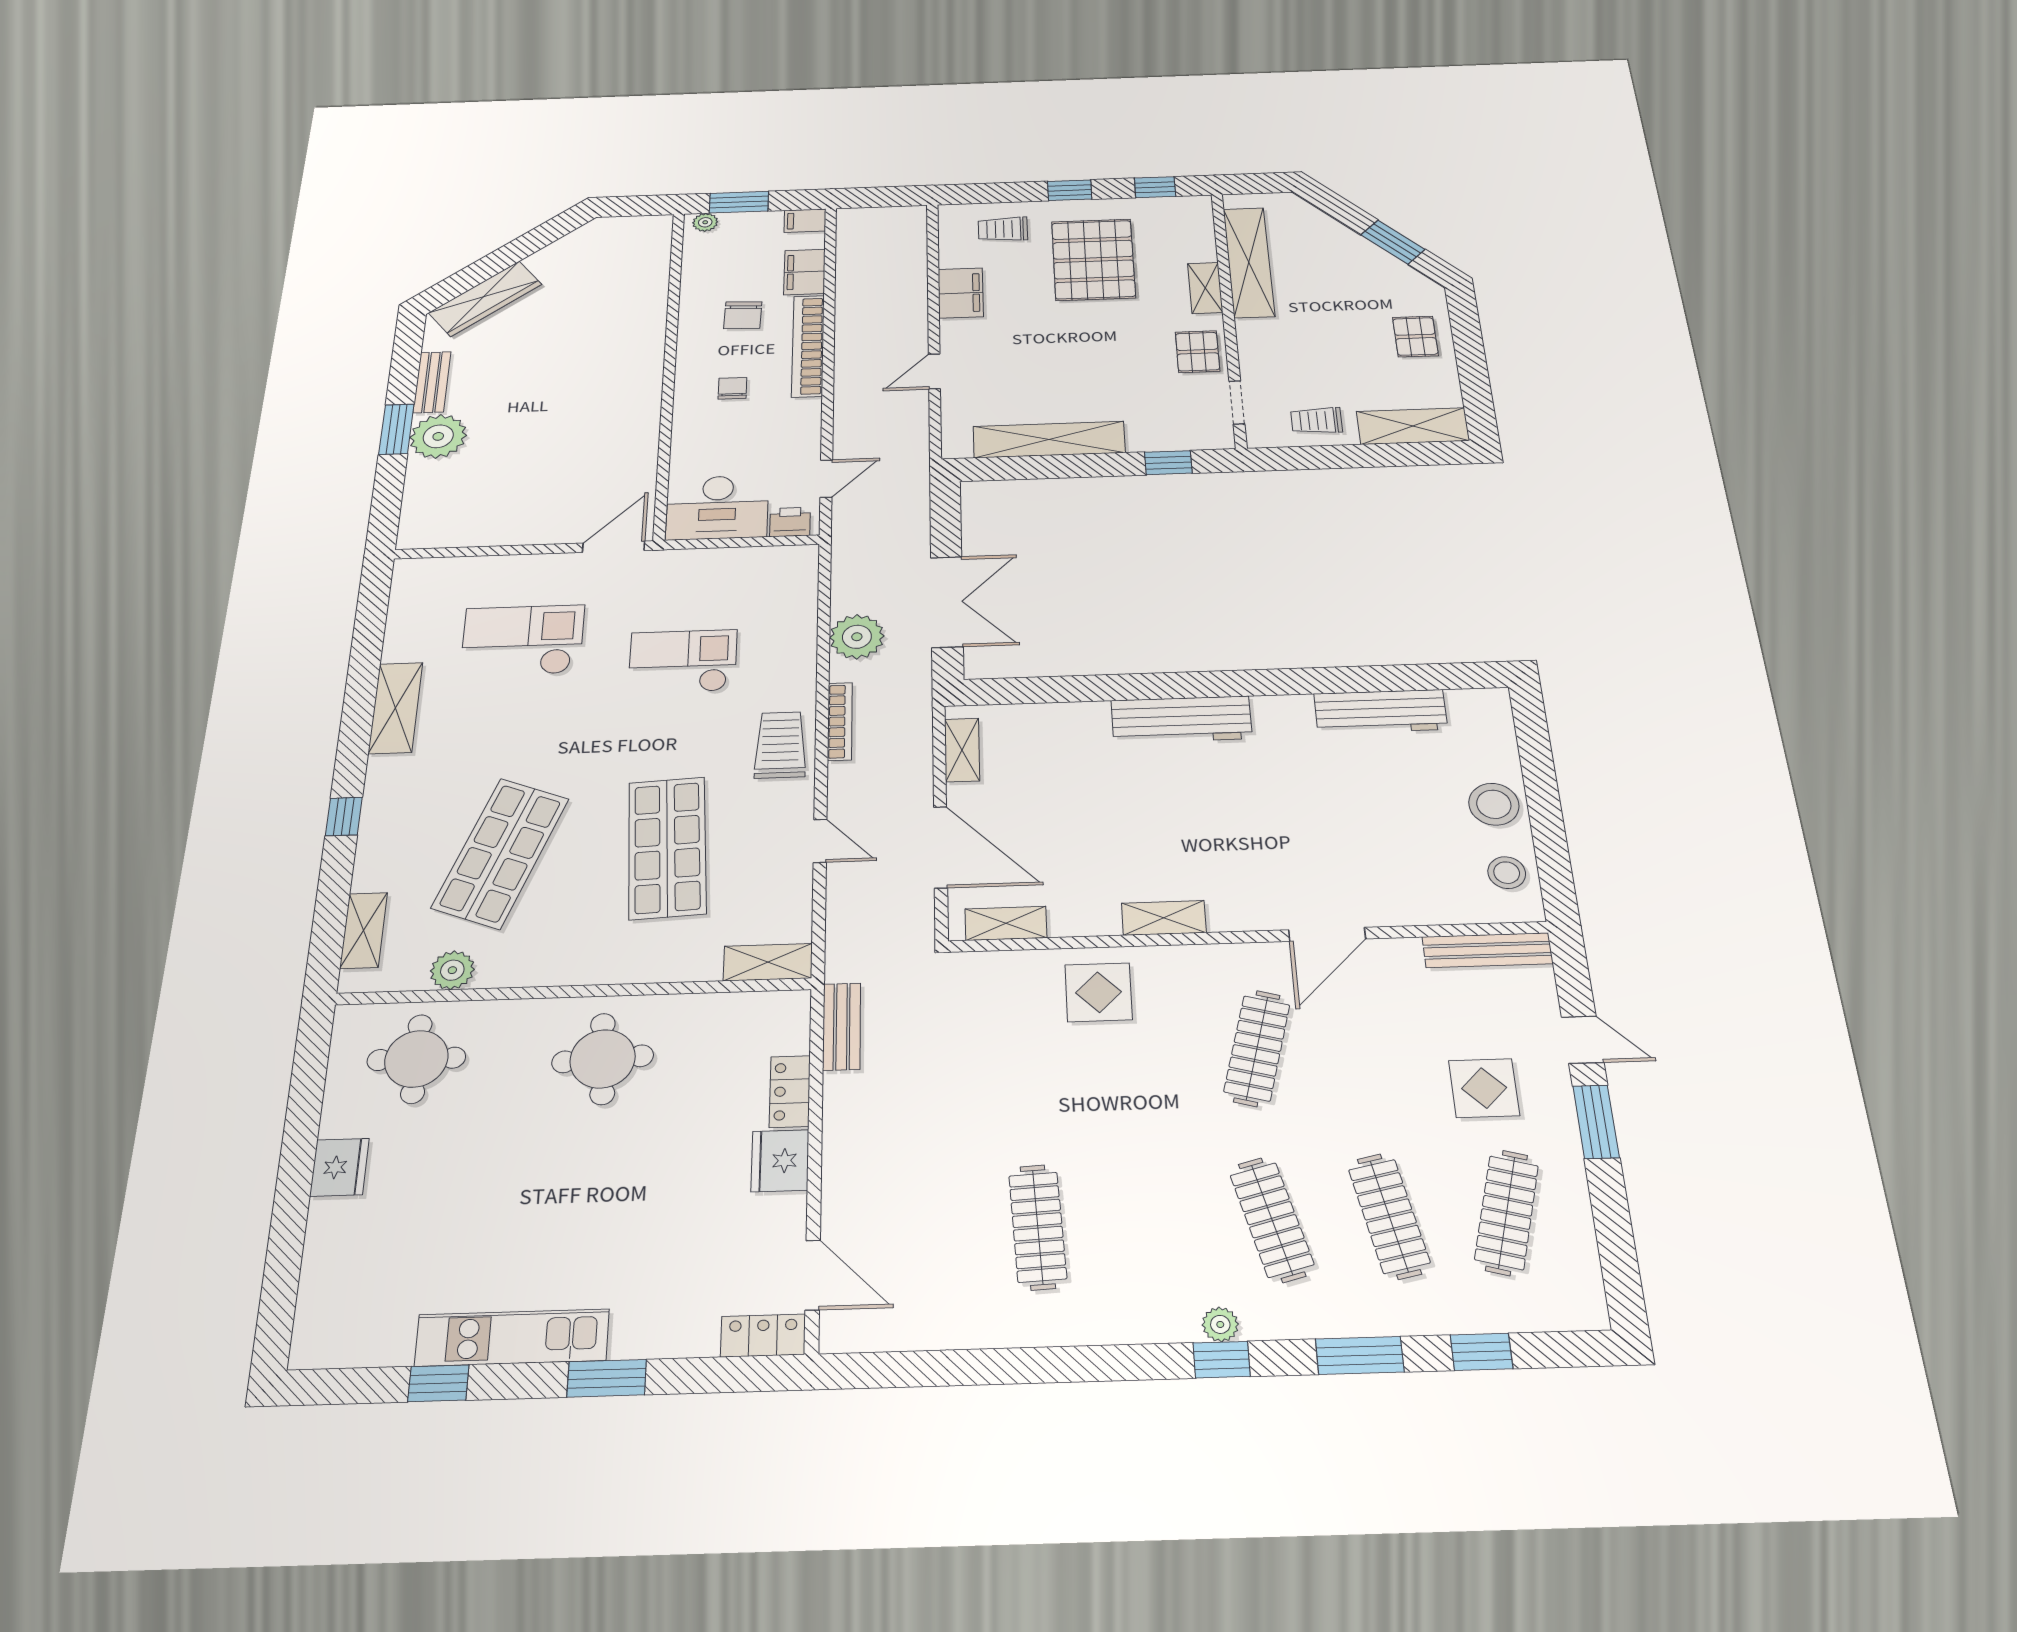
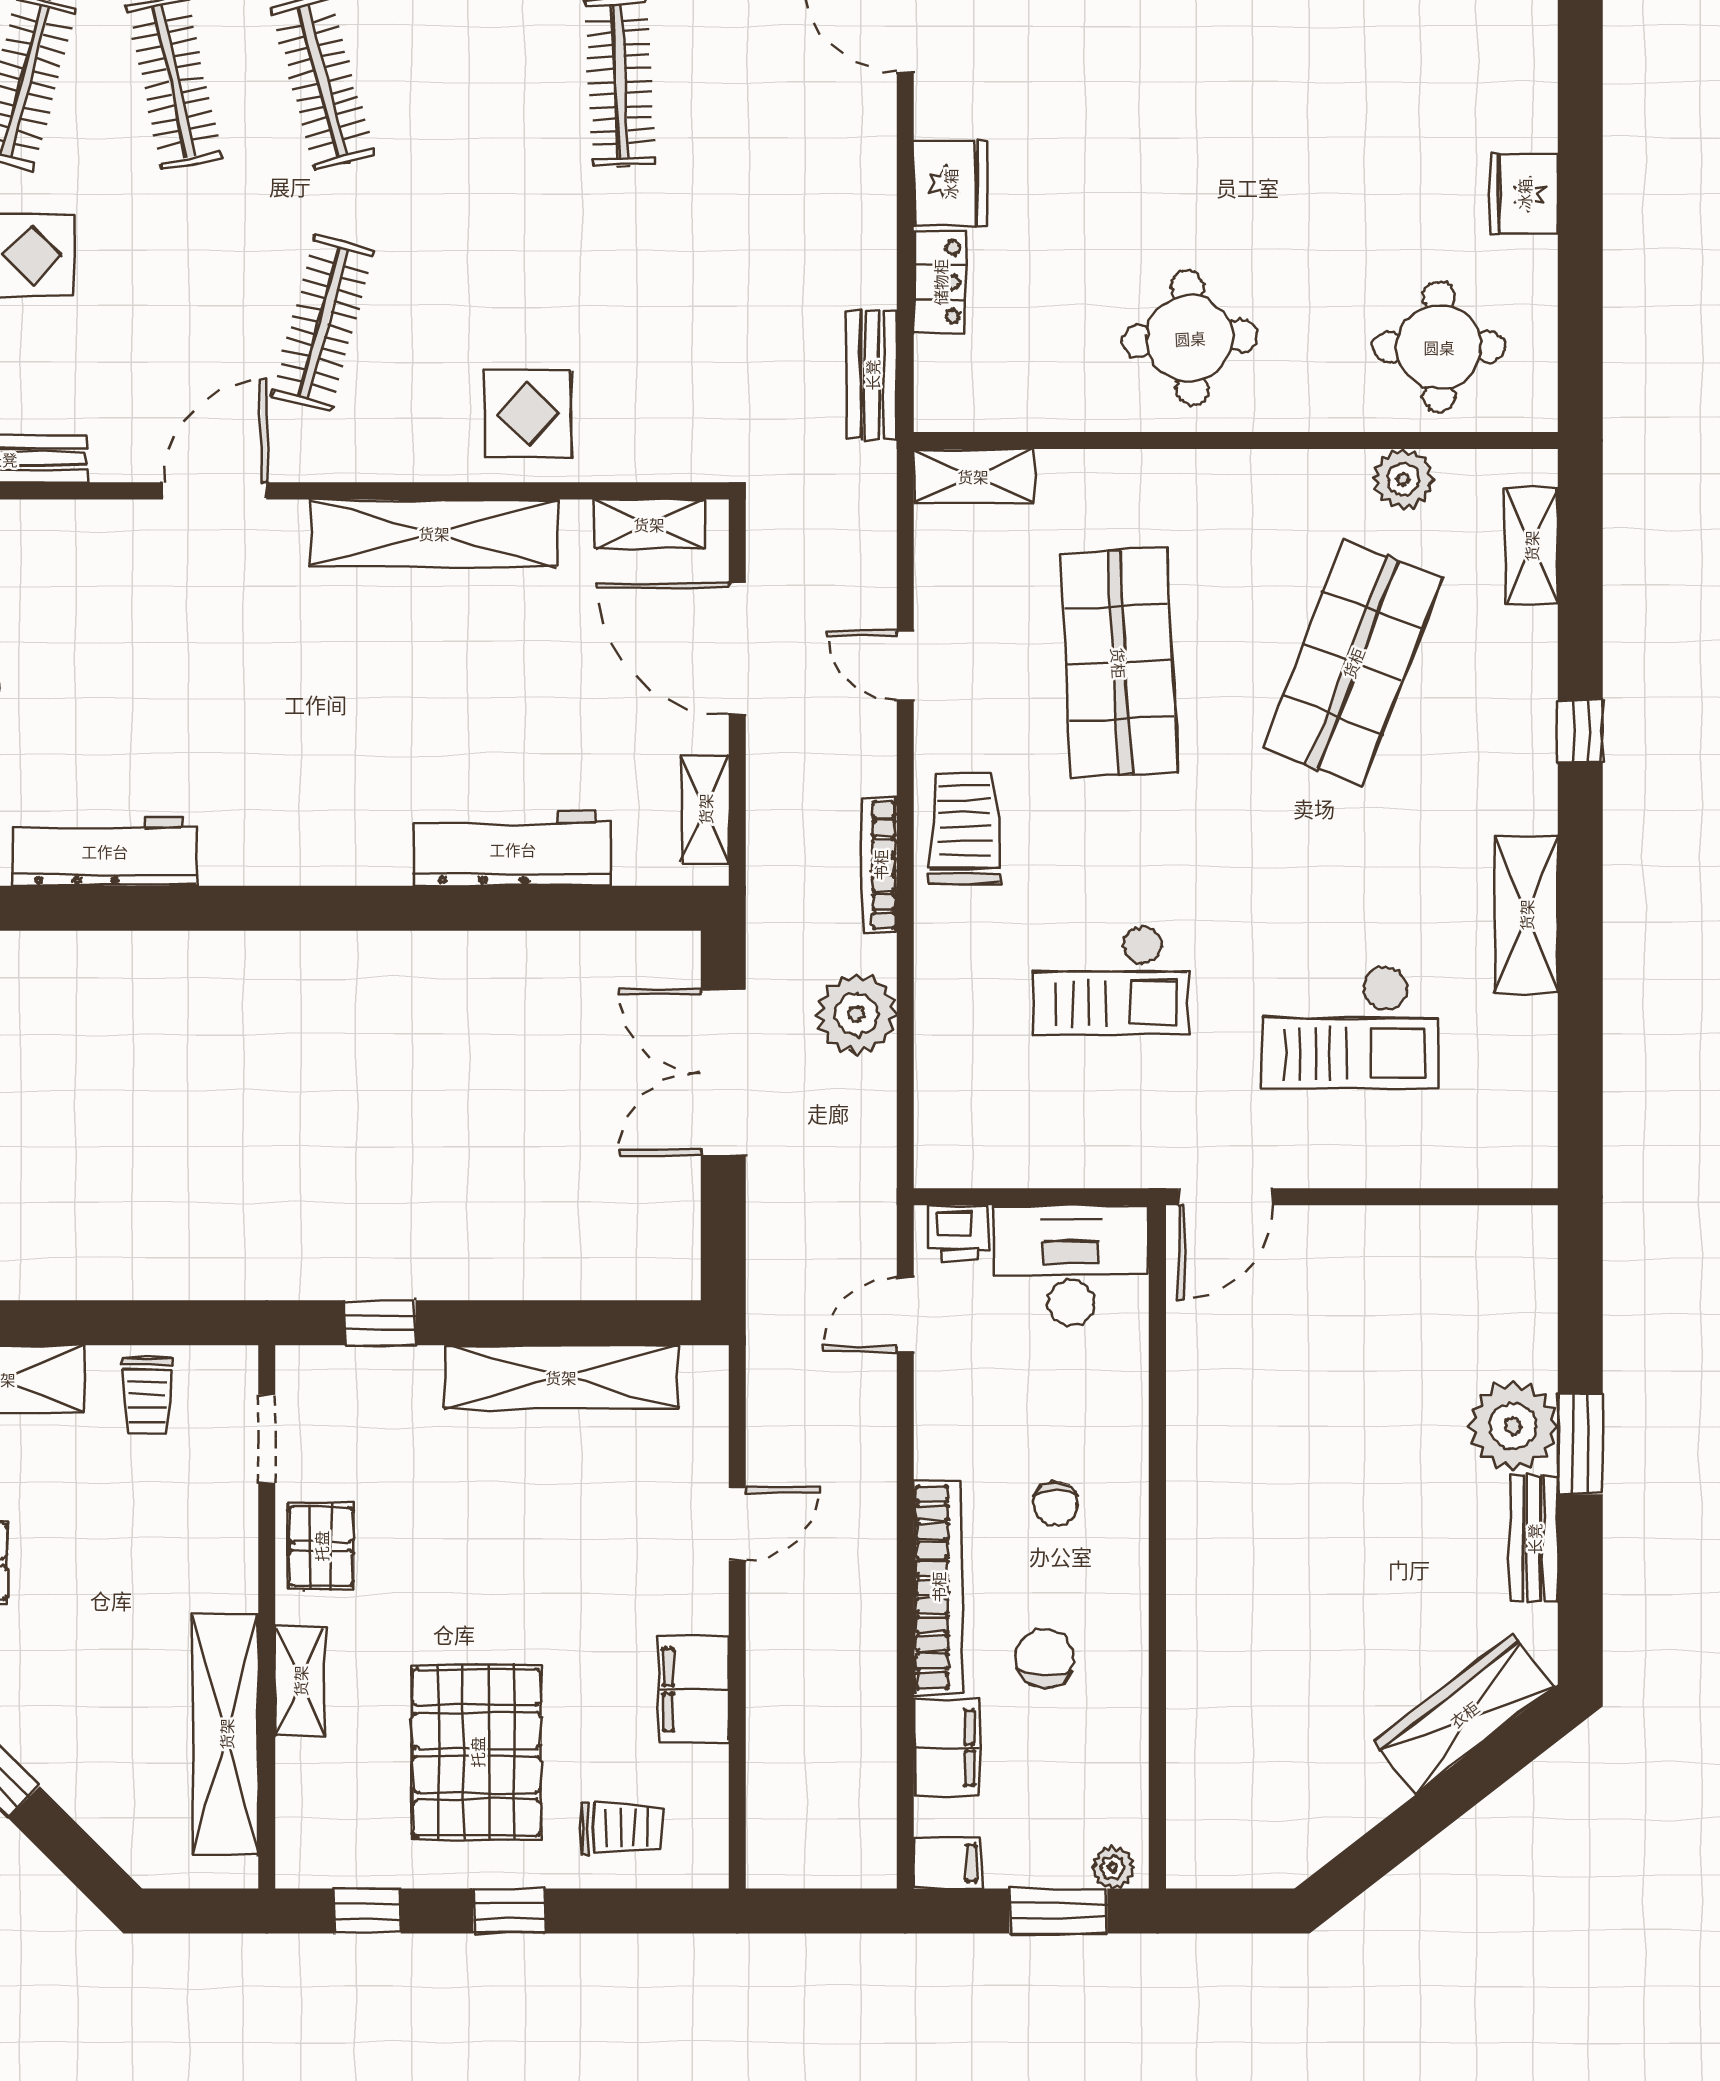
trolley: (1316, 421) -> (147, 1396), turned 90
workbench: (1181, 720) -> (513, 849), moved
trolley: (780, 745) -> (965, 828), turned 180
shelving: (1164, 918) -> (434, 533), width x2.20, depth x1.33

